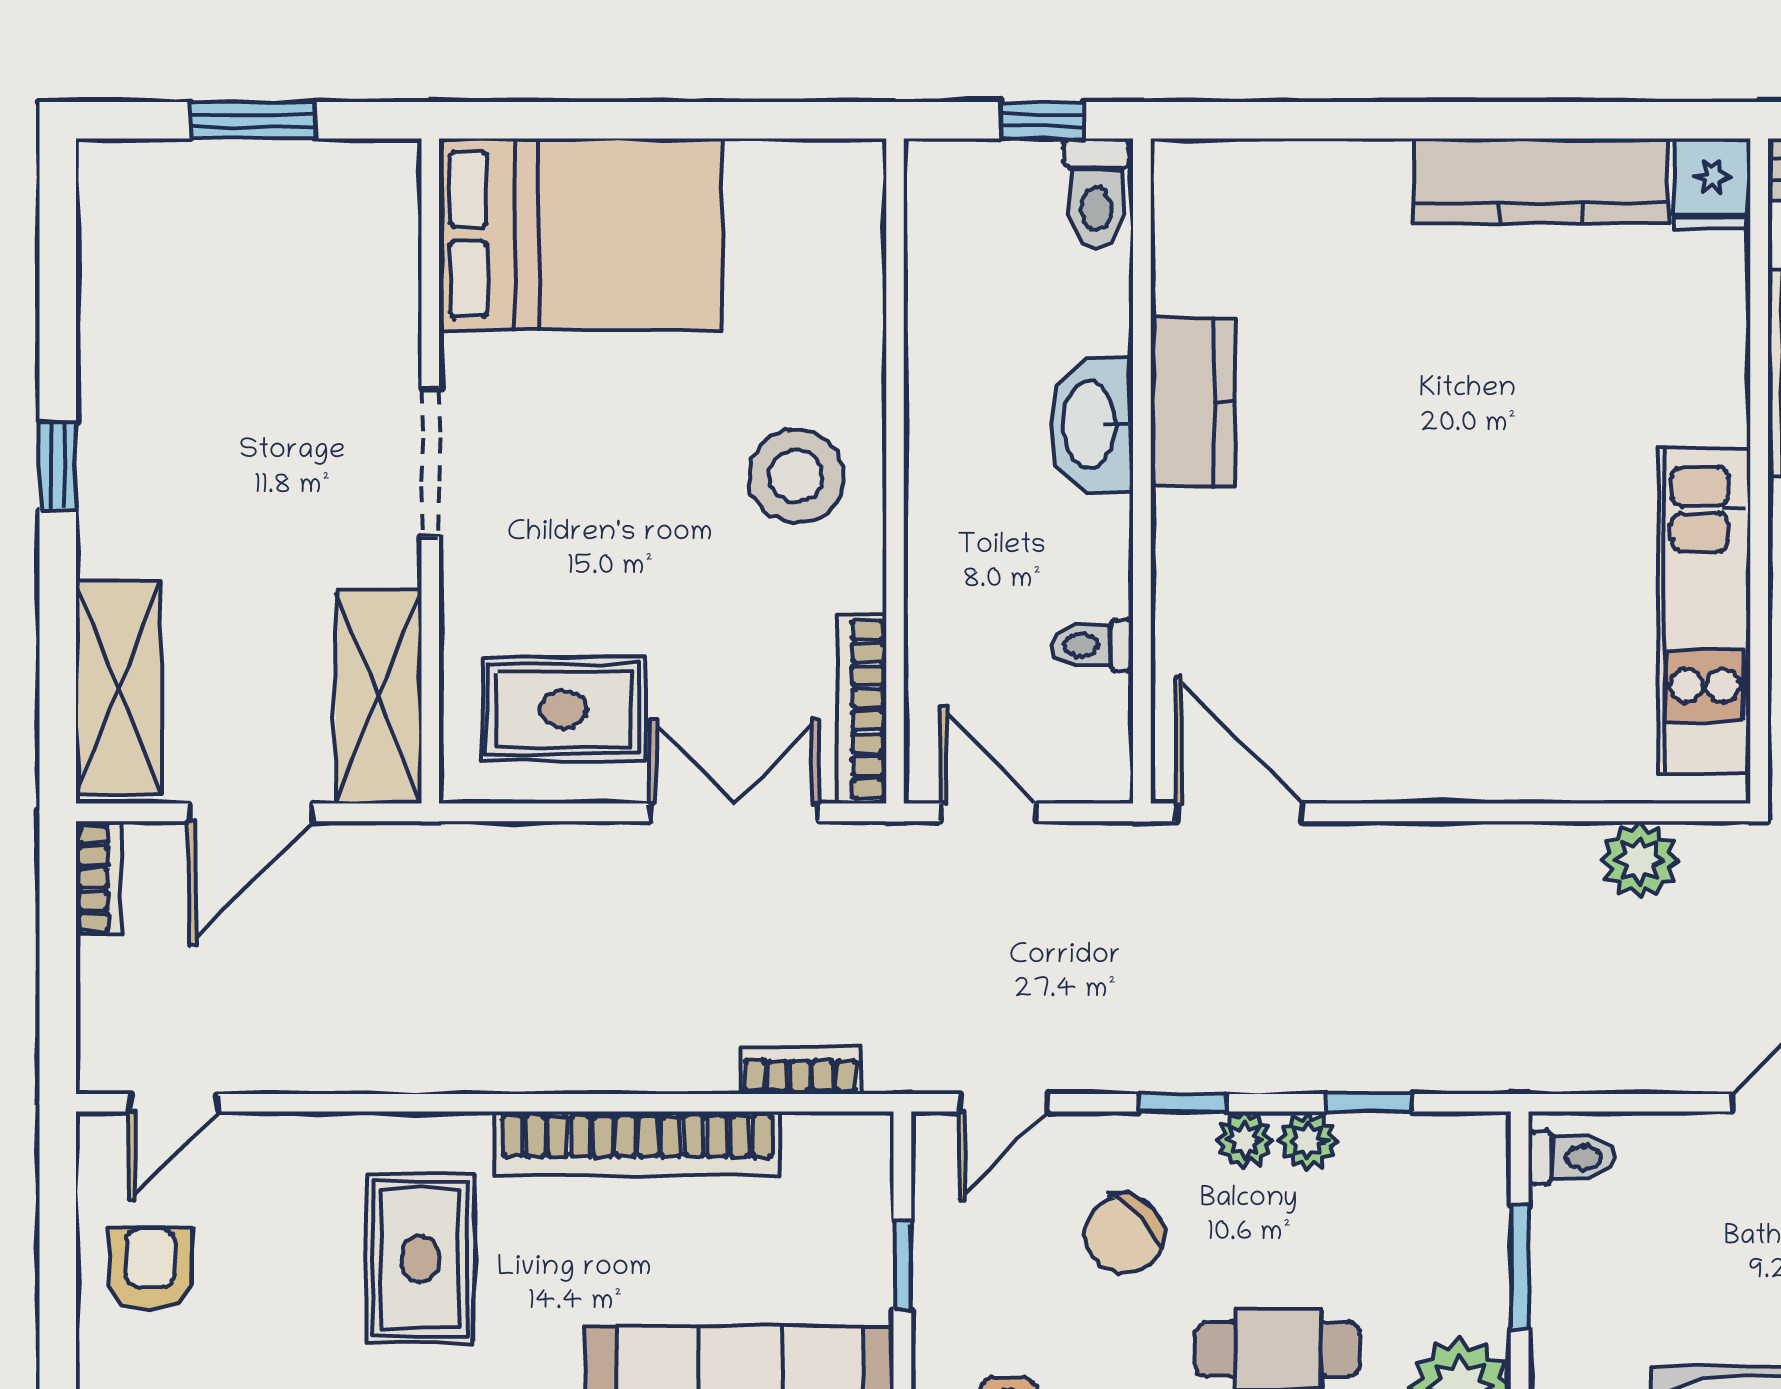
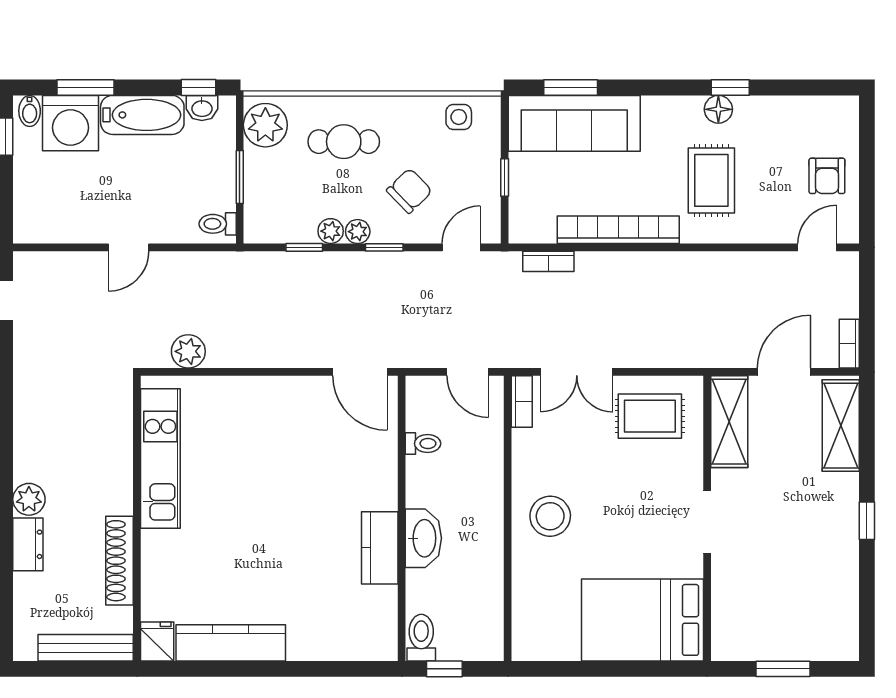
bookcase: (862, 709) -> (522, 402), width x0.64

